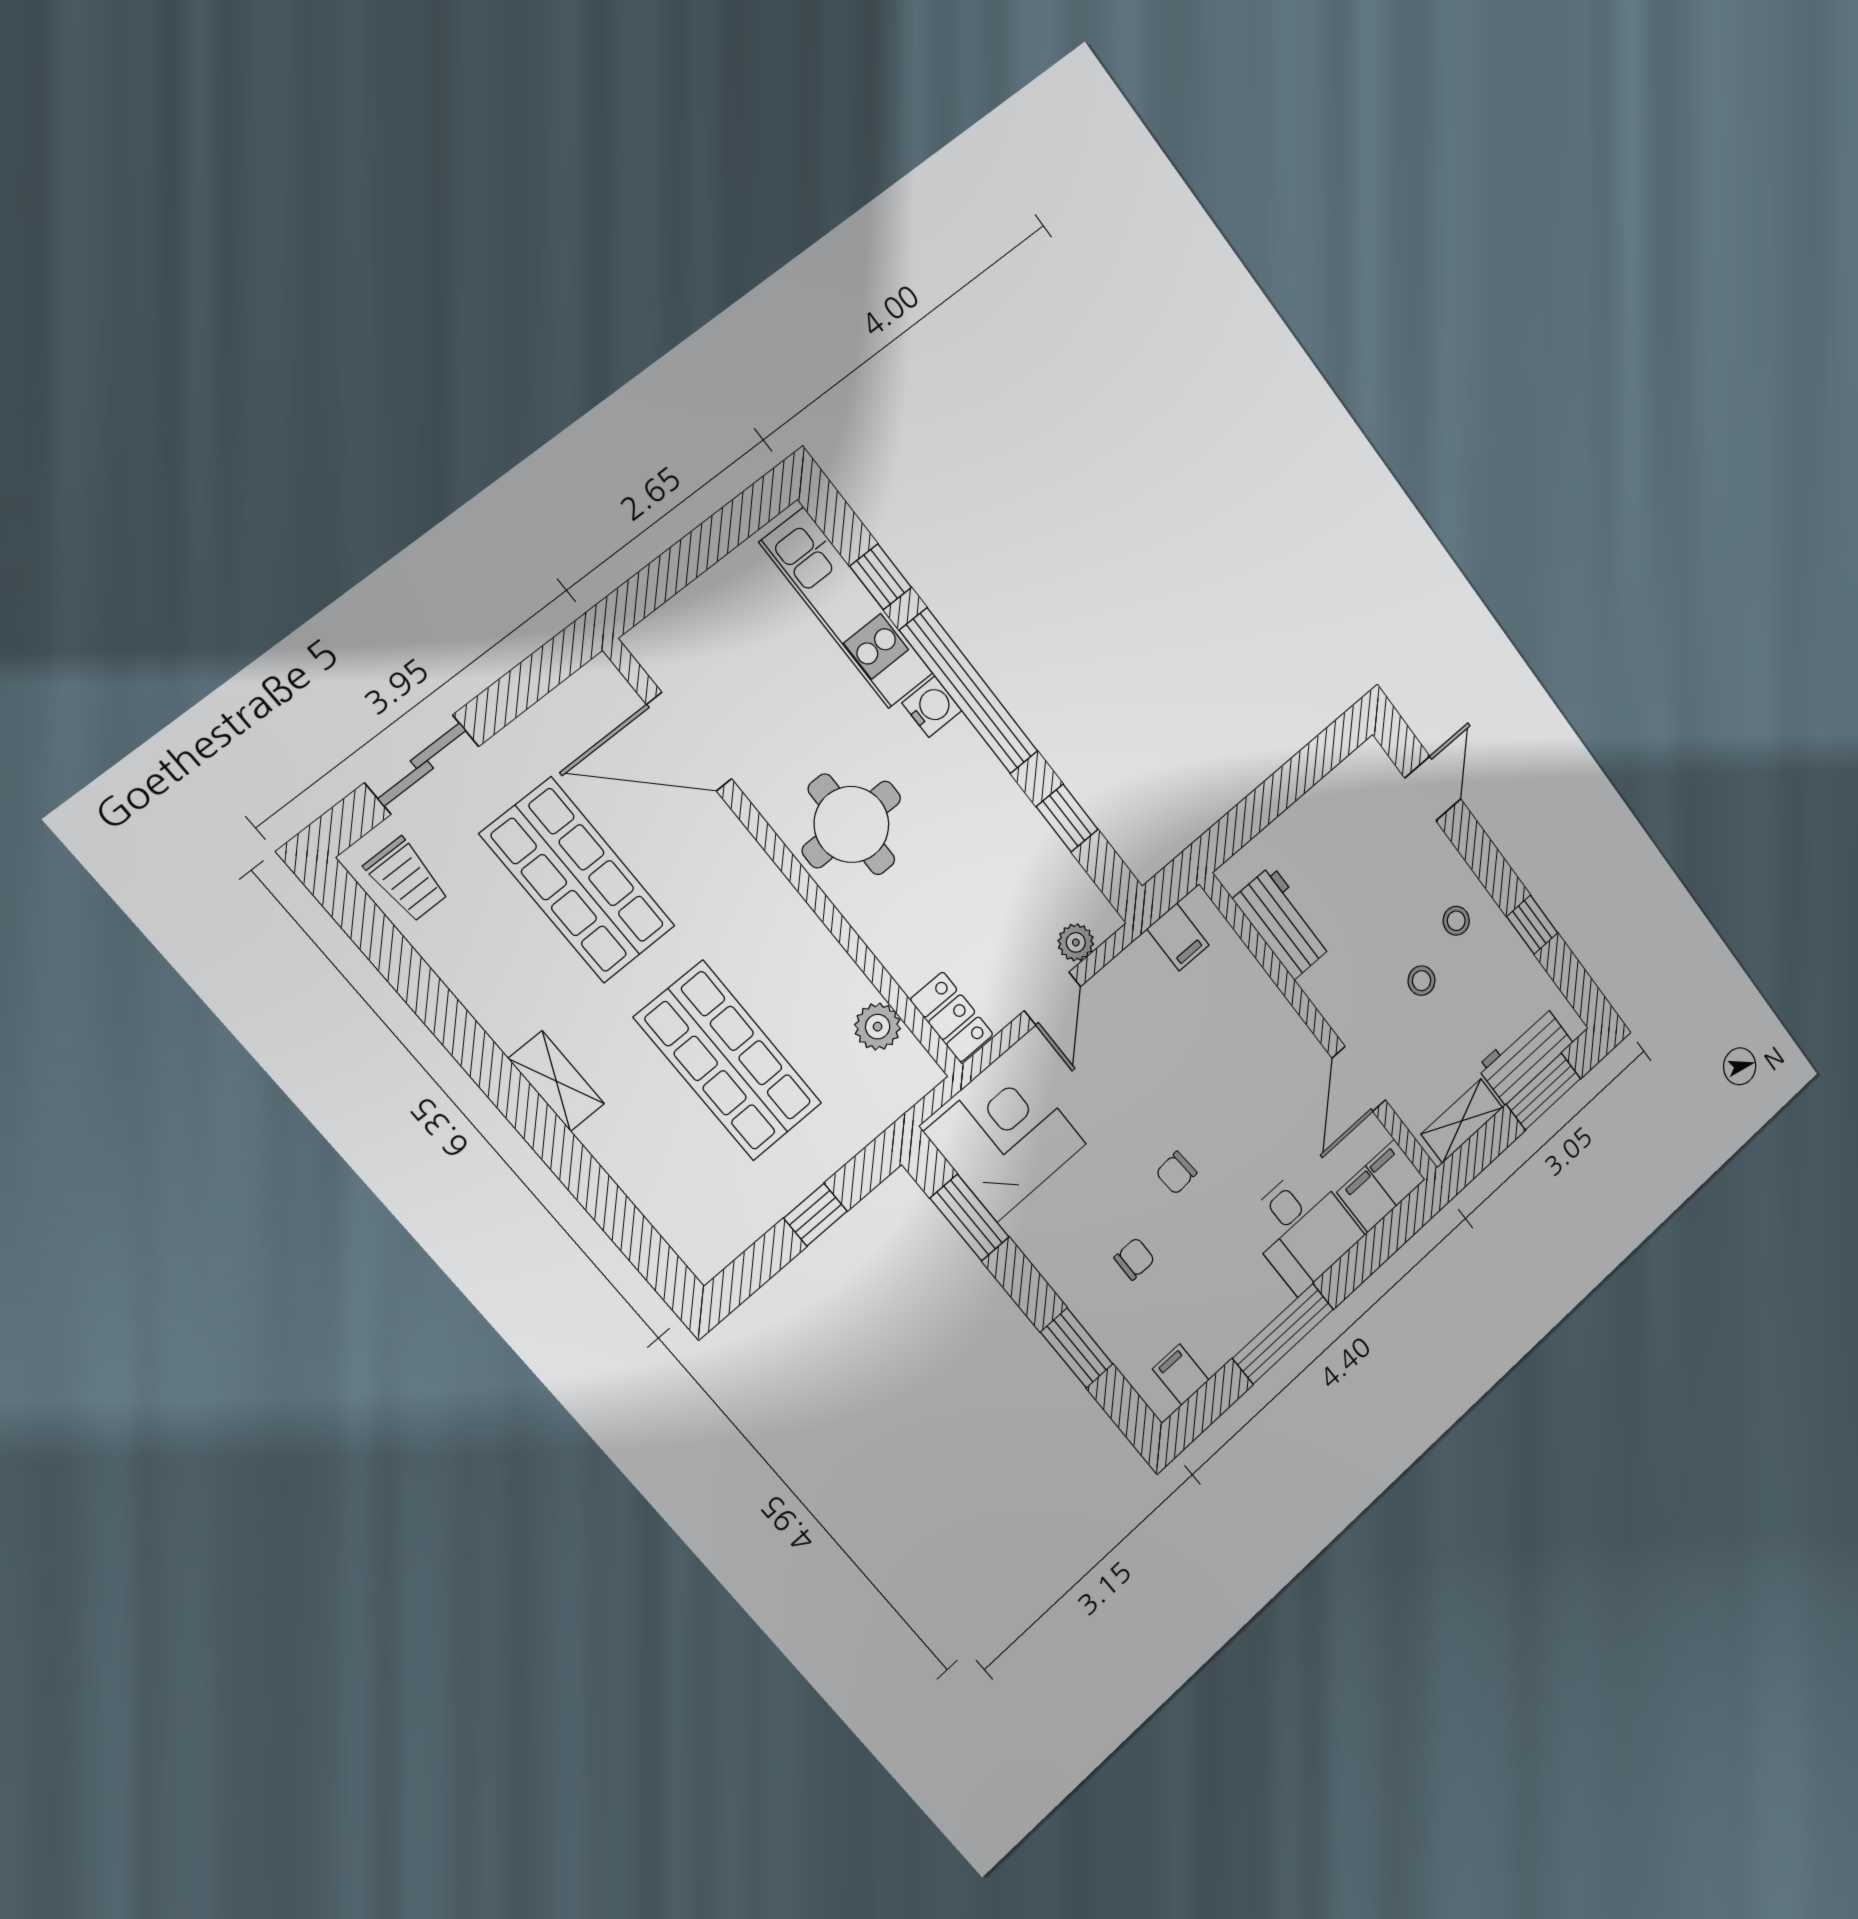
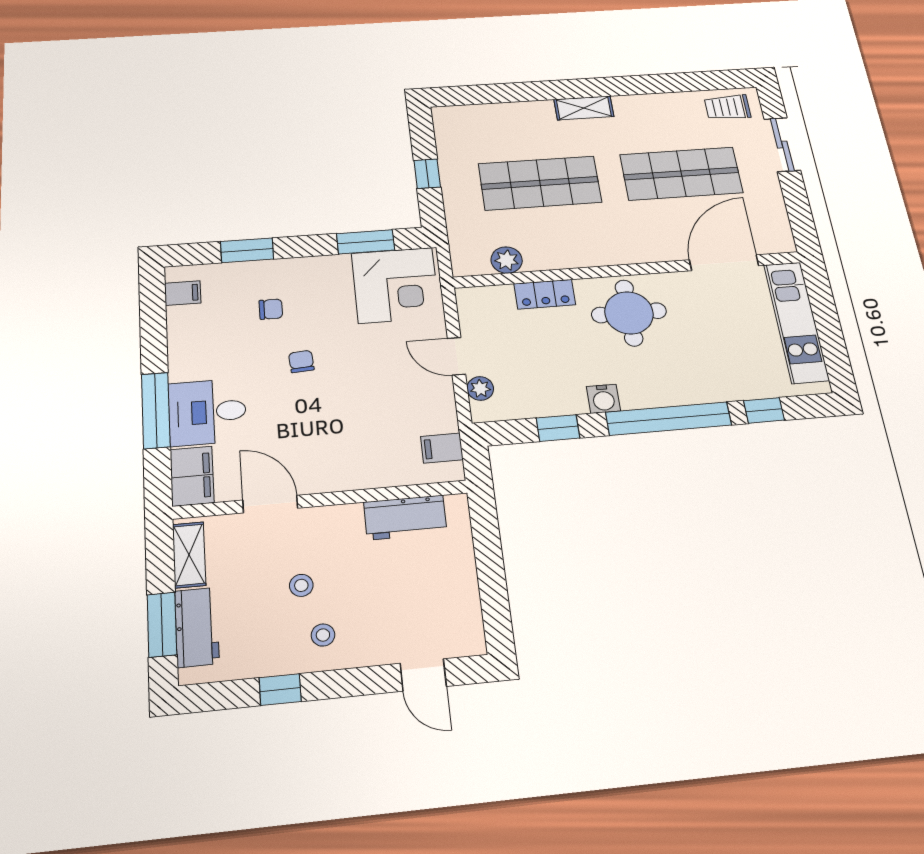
kitchen unit: (846, 608) -> (796, 322), moved, turned -90
water cooler: (932, 707) -> (603, 399), moved
locker: (952, 1017) -> (545, 294), moved
chair: (1134, 1259) -> (271, 309), turned -90
window: (1283, 1334) -> (156, 410), moved

